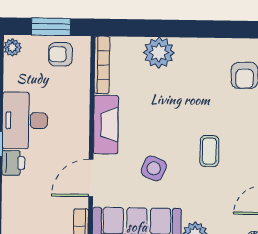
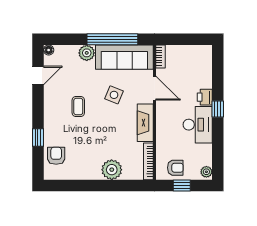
window: (51, 27) -> (182, 185), width x0.67
door: (91, 178) -> (154, 88), hinge flipped

